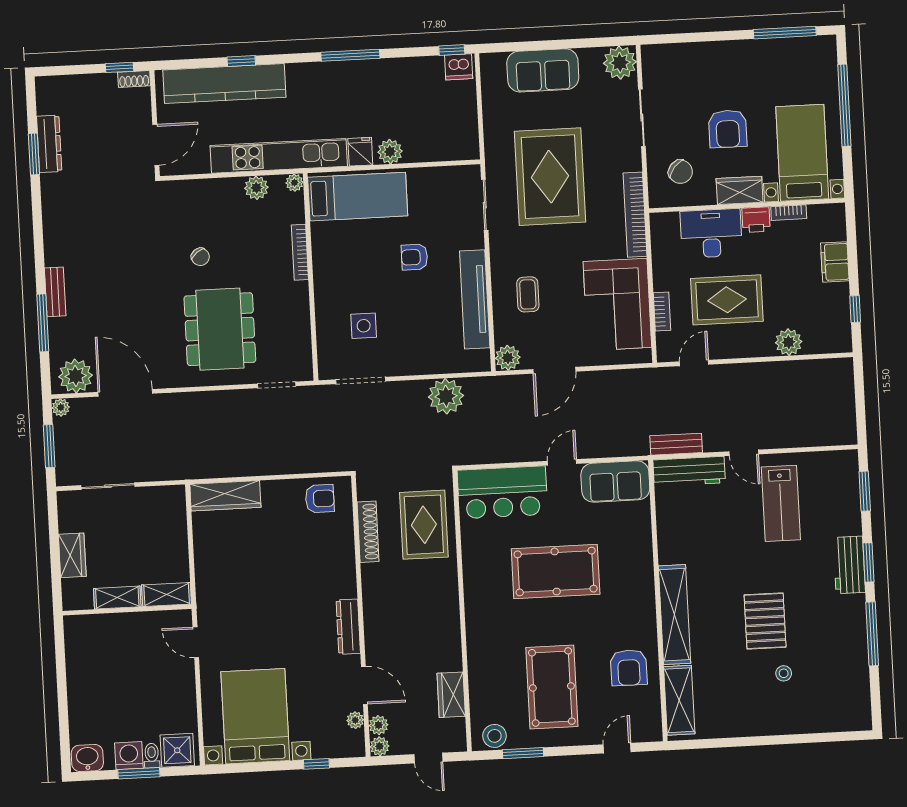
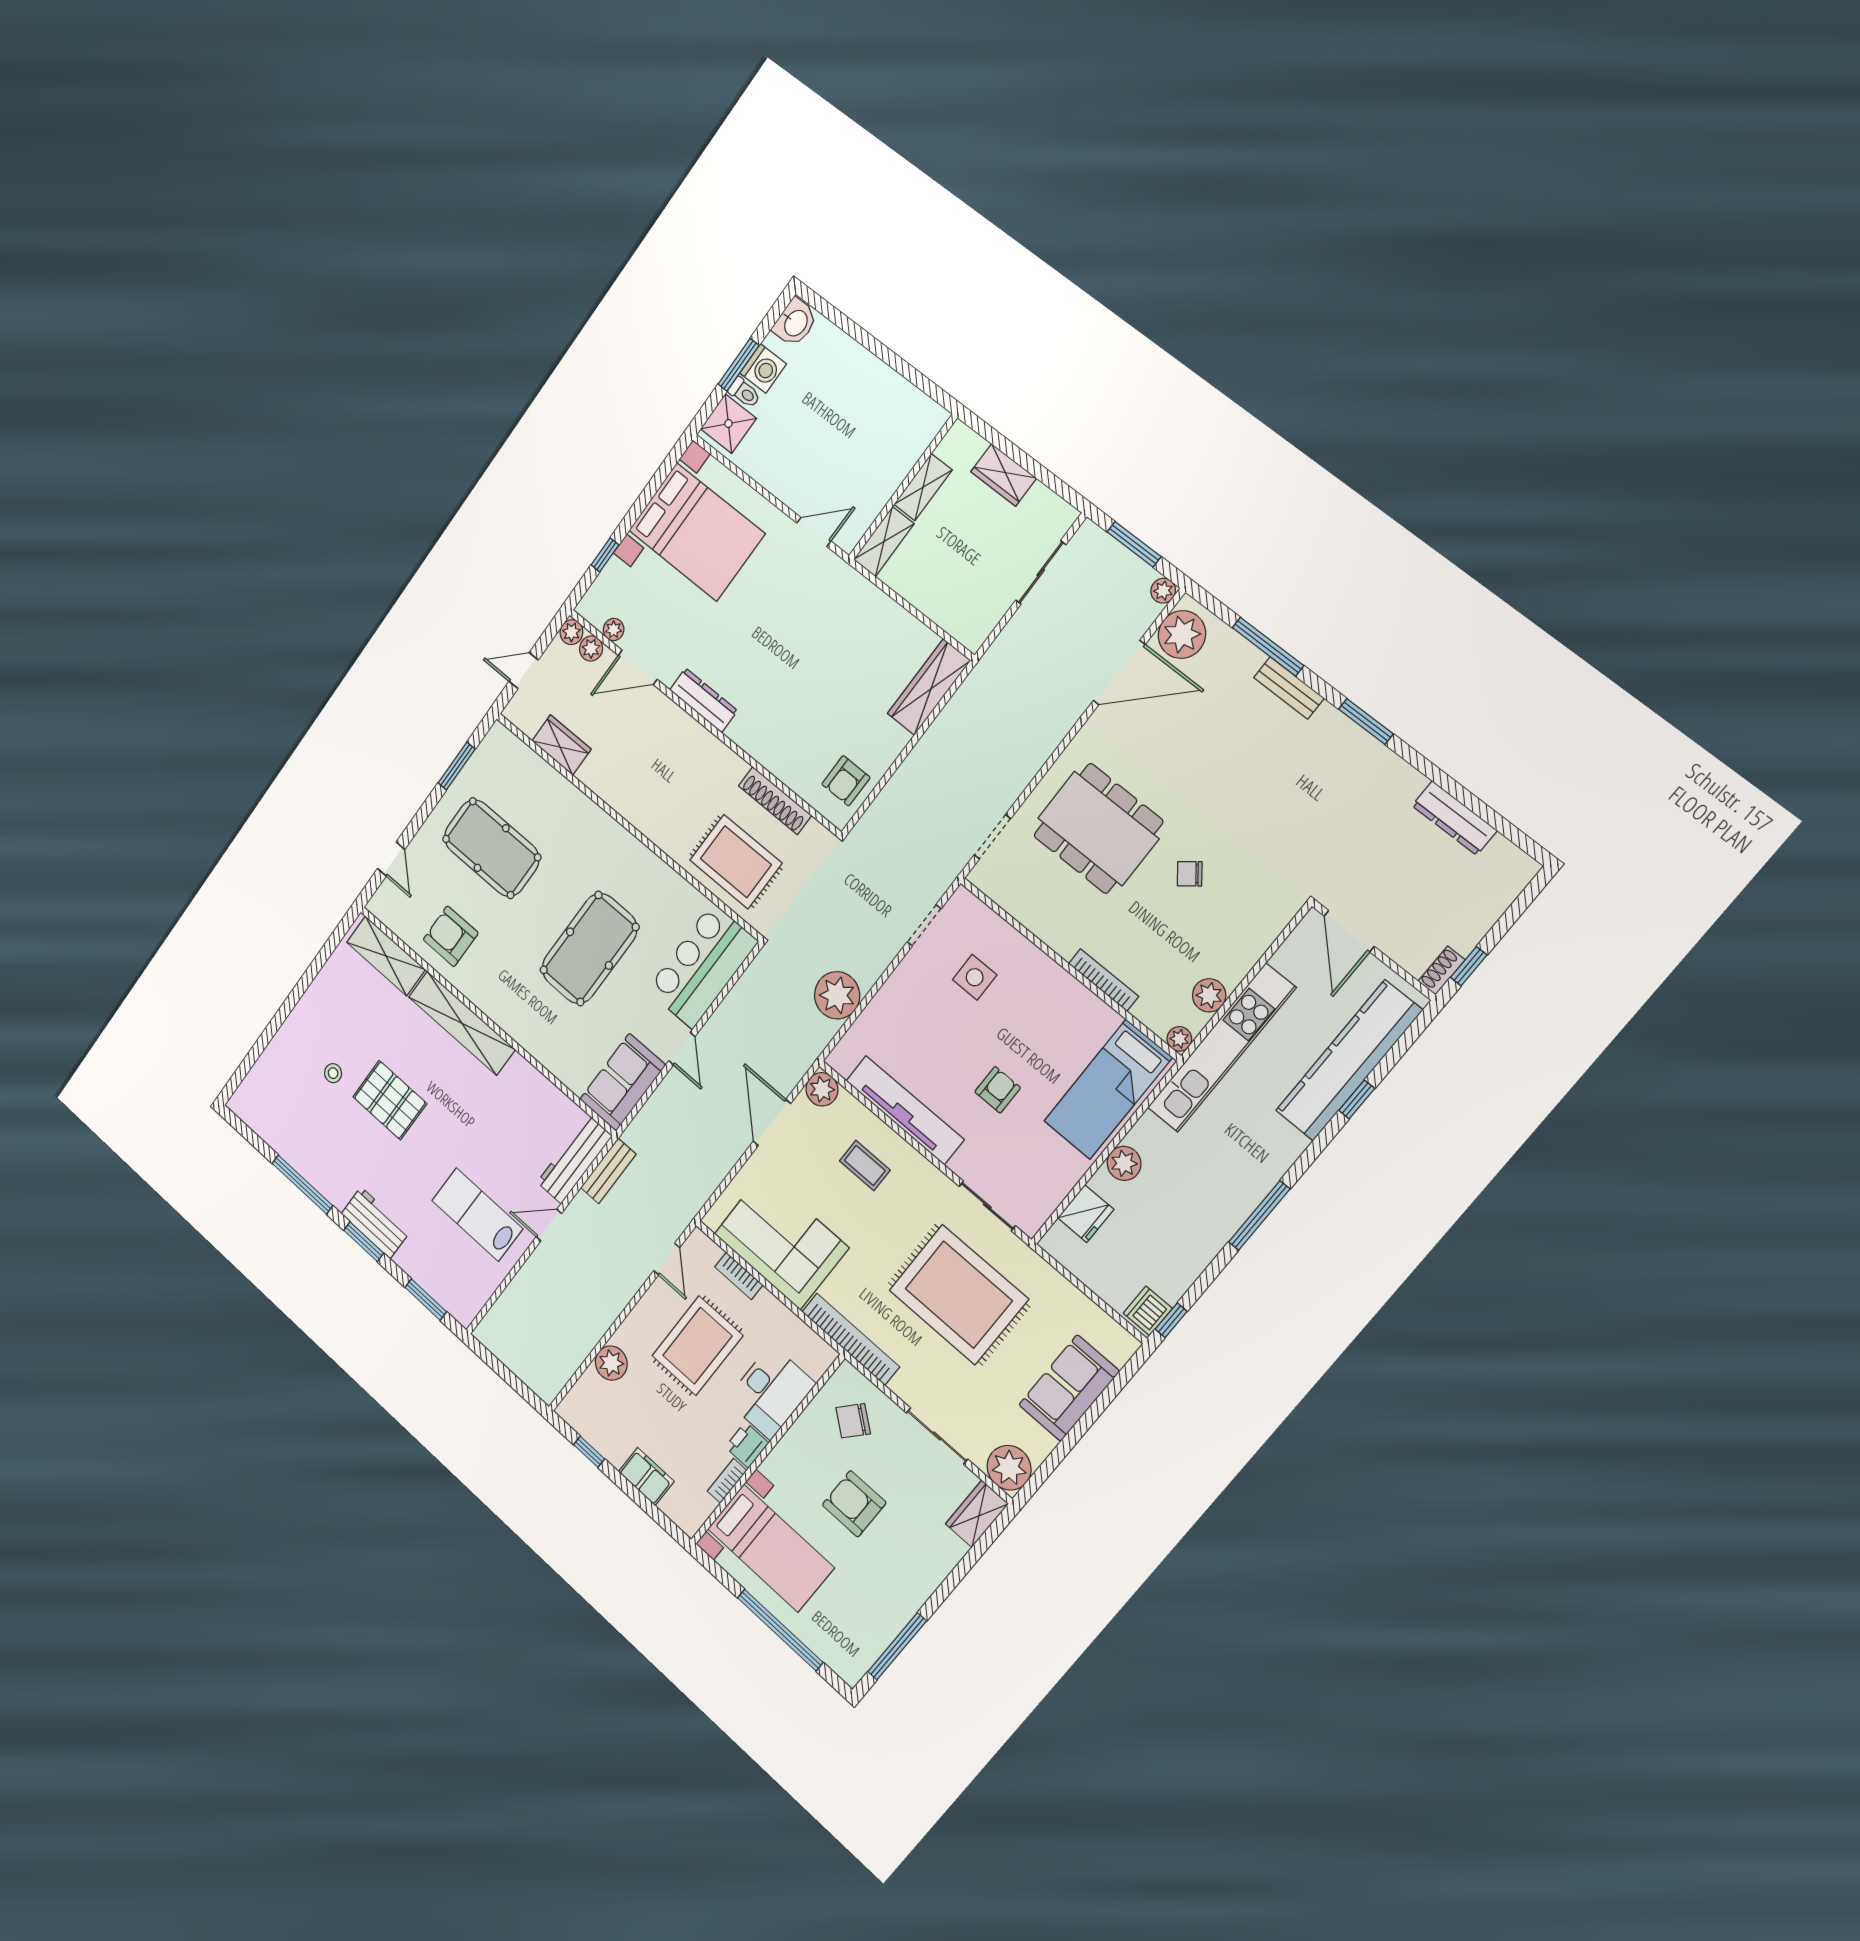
fridge: (360, 152) -> (1086, 1214), moved, width x1.38
window: (34, 154) -> (1366, 721), moved
wardrobe: (740, 190) -> (977, 1514), moved, turned 180
doorway: (361, 380) -> (924, 925), width x0.73
stool: (494, 736) -> (493, 753), removed

